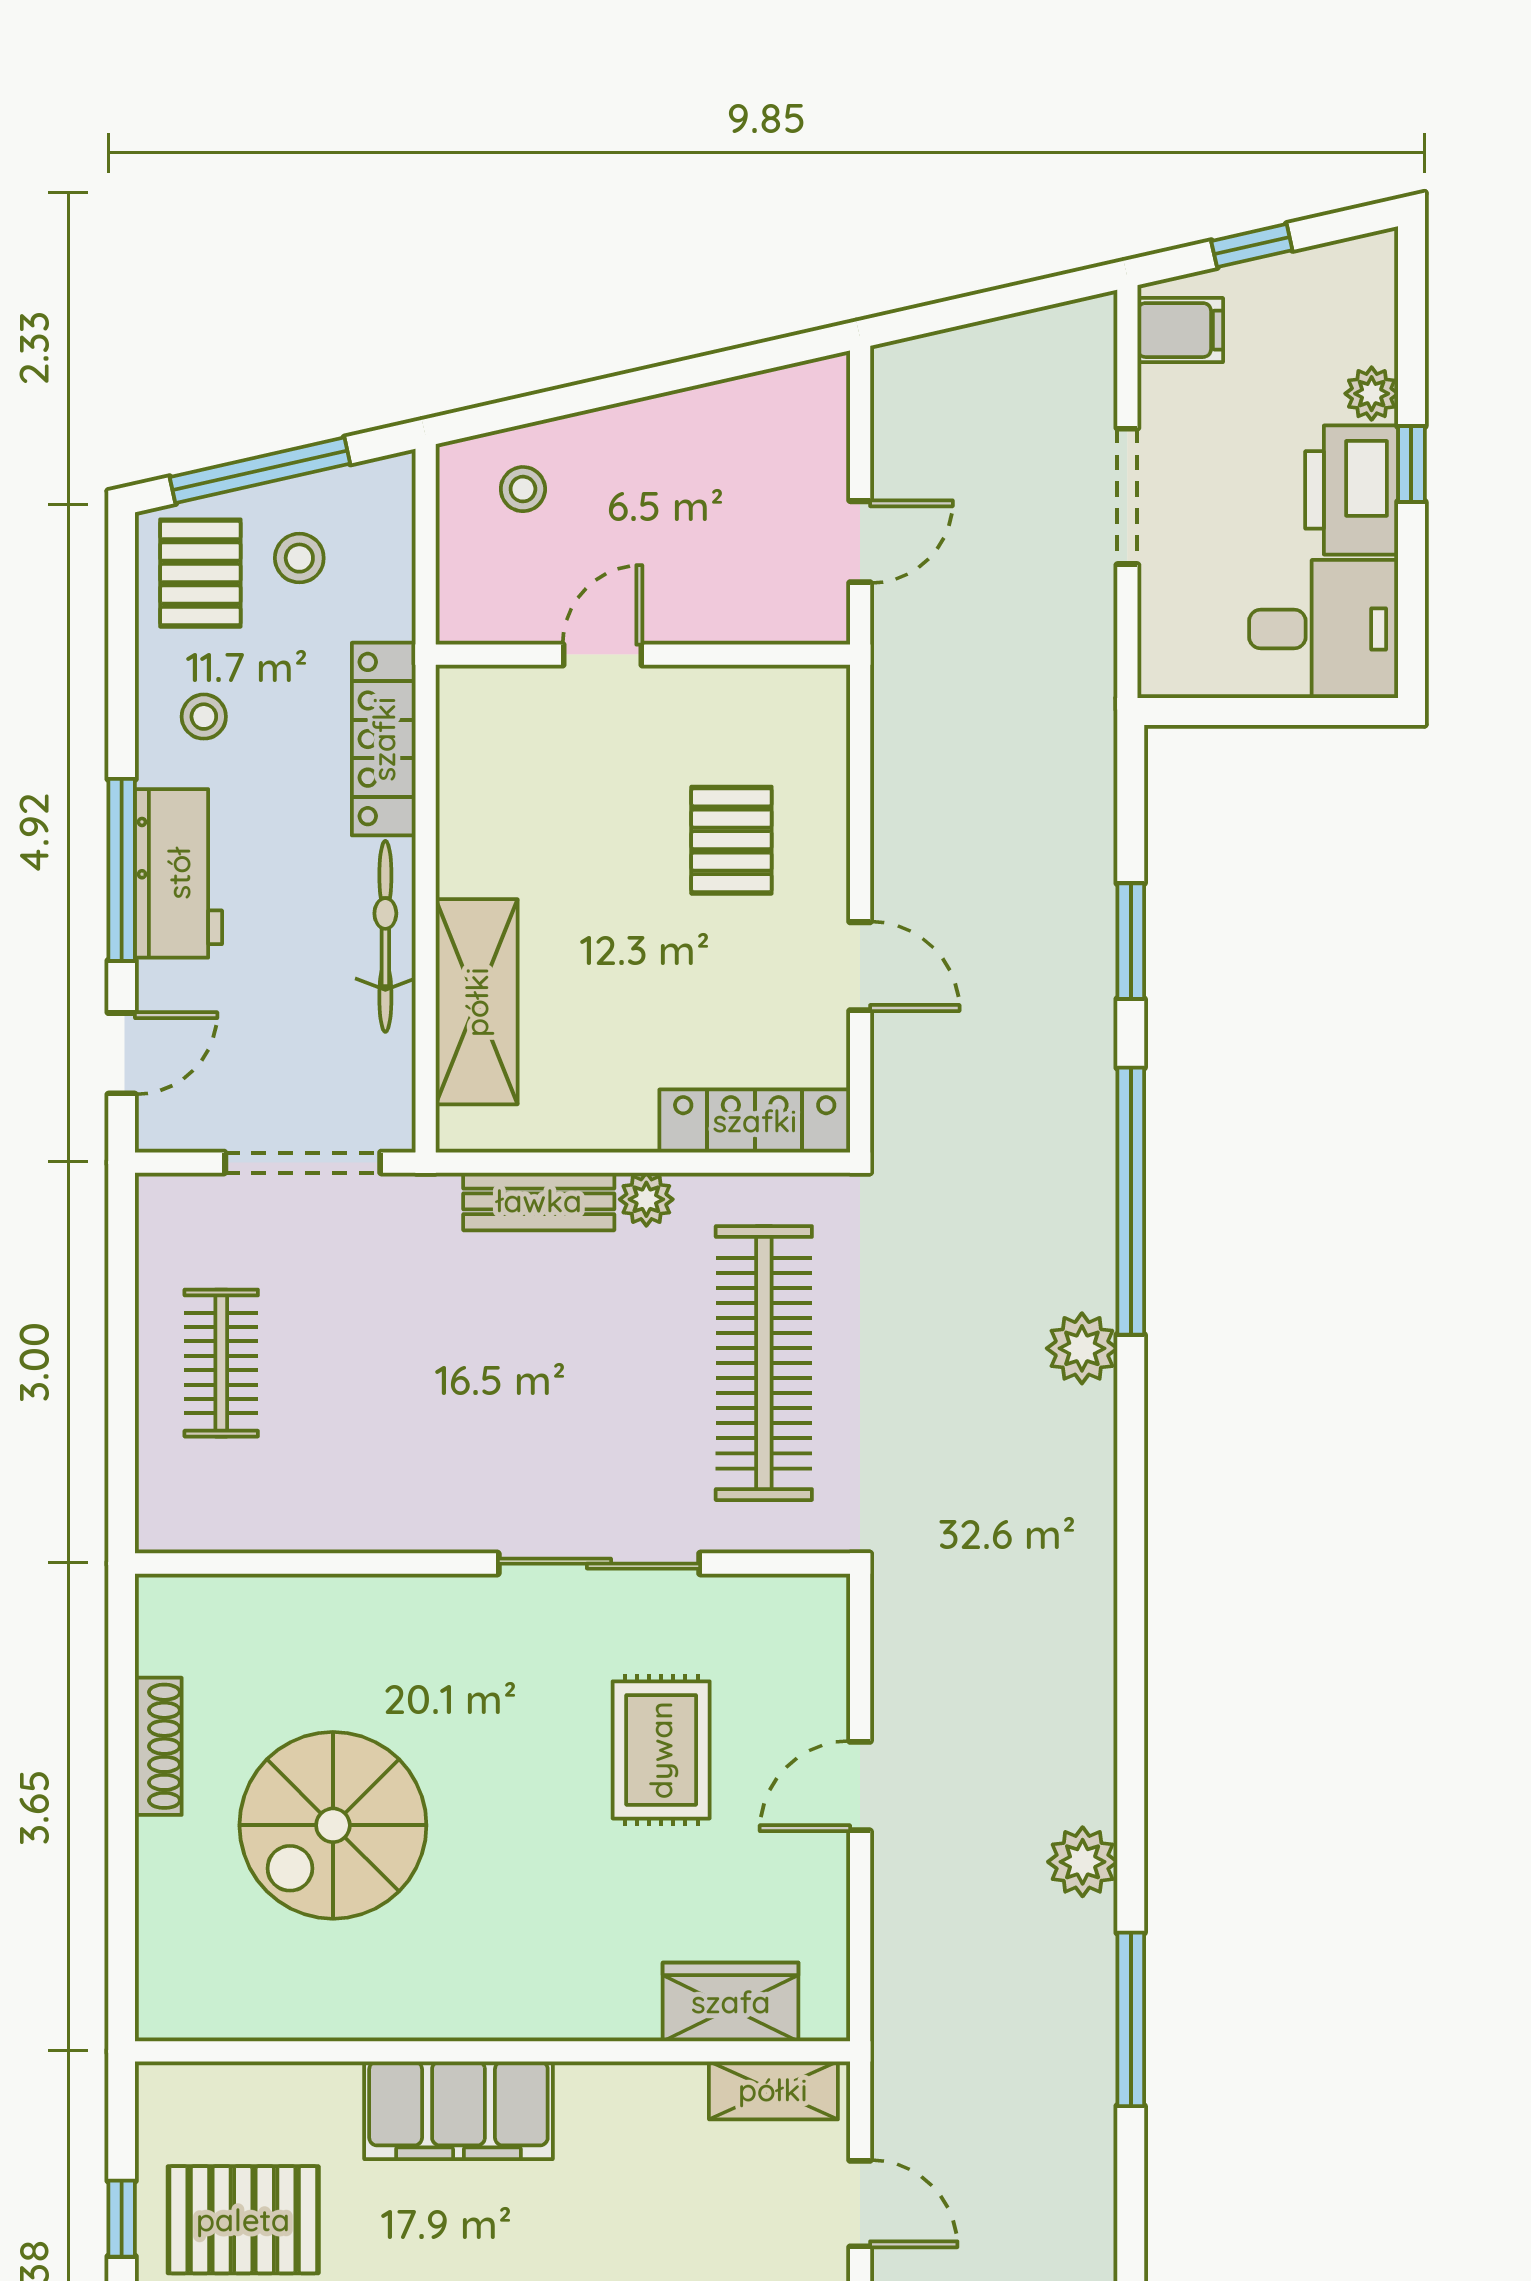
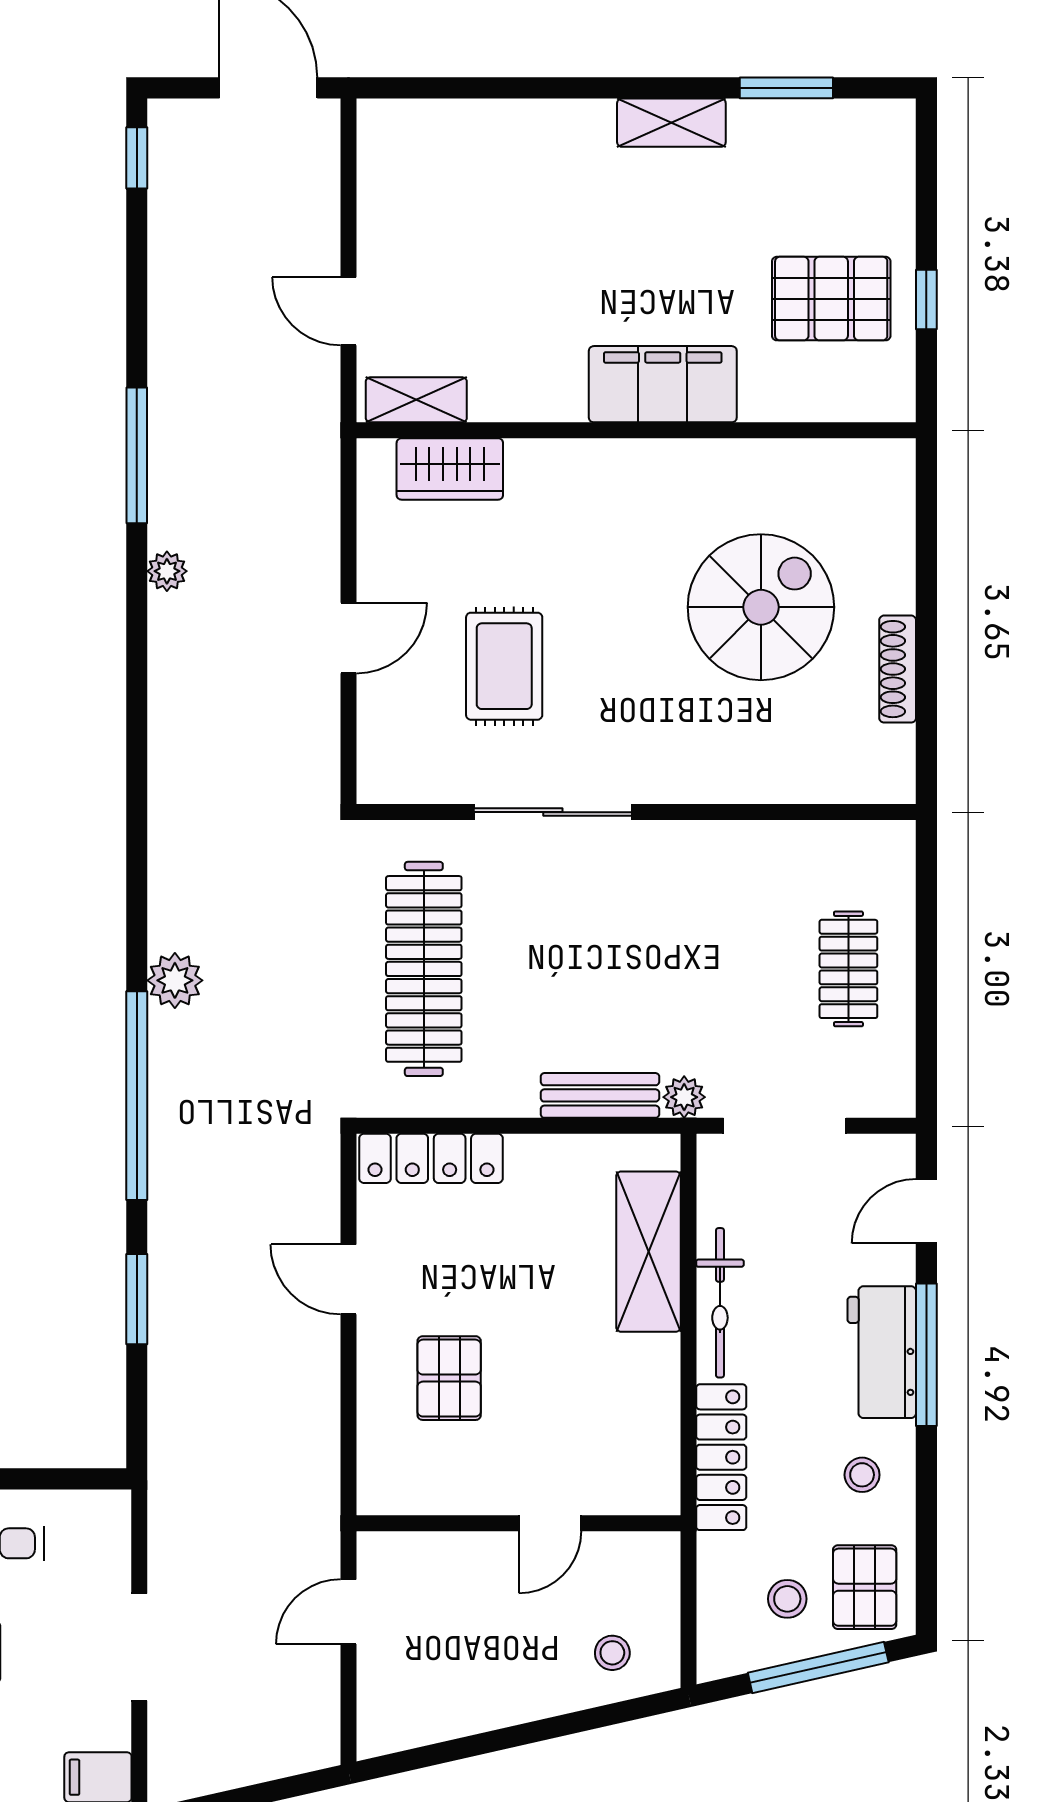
plant: (646, 1199) -> (684, 1097), moved
plant: (1083, 1862) -> (167, 571), width x0.73, depth x0.73

